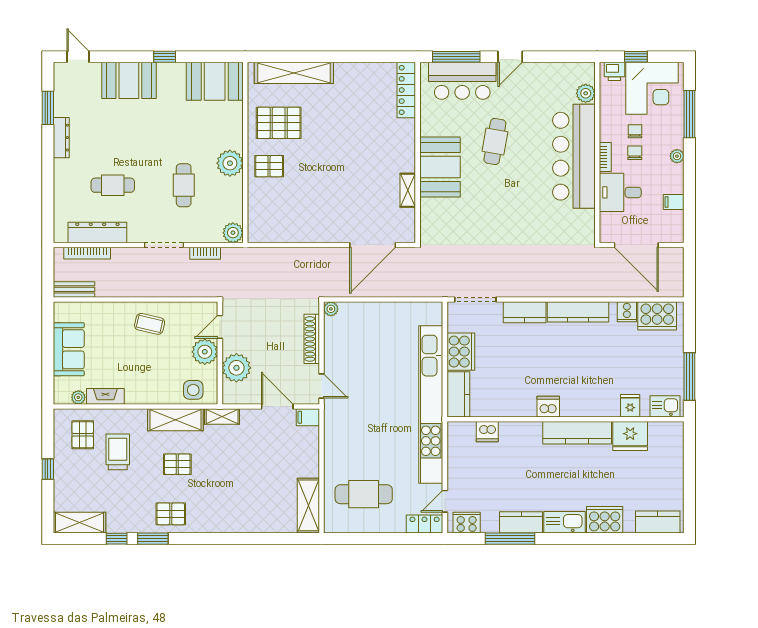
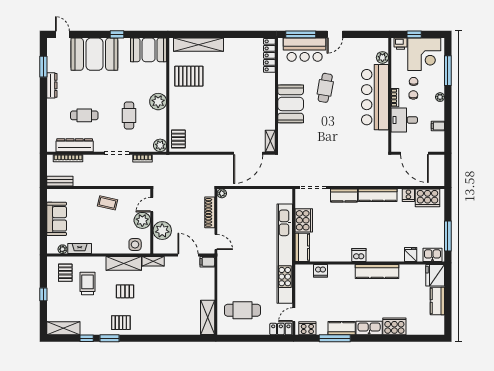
booth: (129, 80) -> (94, 54), width x1.36, depth x1.42
pallet: (269, 166) -> (178, 139), moved, turned 90
shelving: (408, 190) -> (270, 141), moved
fridge: (630, 436) -> (435, 275), moved, turned 90
kitchen counter: (658, 522) -> (437, 301), moved, turned -90

